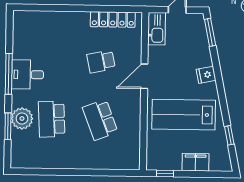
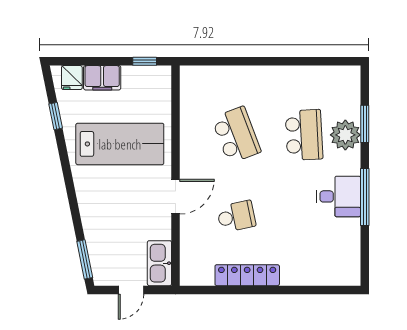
locker: (113, 19) -> (247, 275), moved
fridge: (206, 75) -> (72, 78), moved, turned 101

